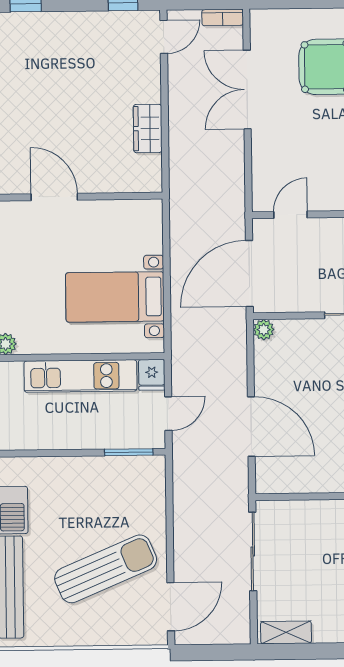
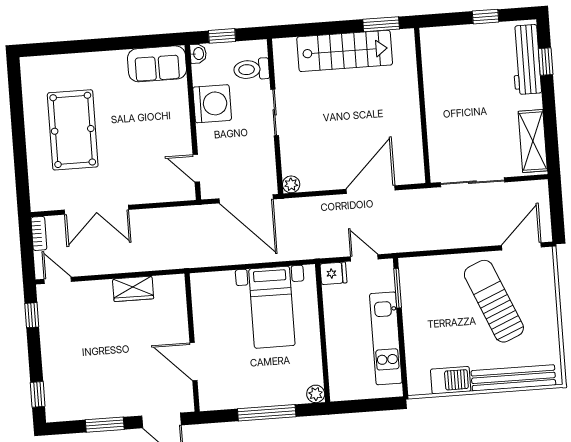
door: (54, 197) -> (194, 362), hinge flipped
kitchen unit: (80, 376) -> (386, 338), moved, turned 180
door: (171, 607) -> (521, 246), hinge flipped
shelving: (286, 632) -> (533, 141), width x1.50, depth x1.33

